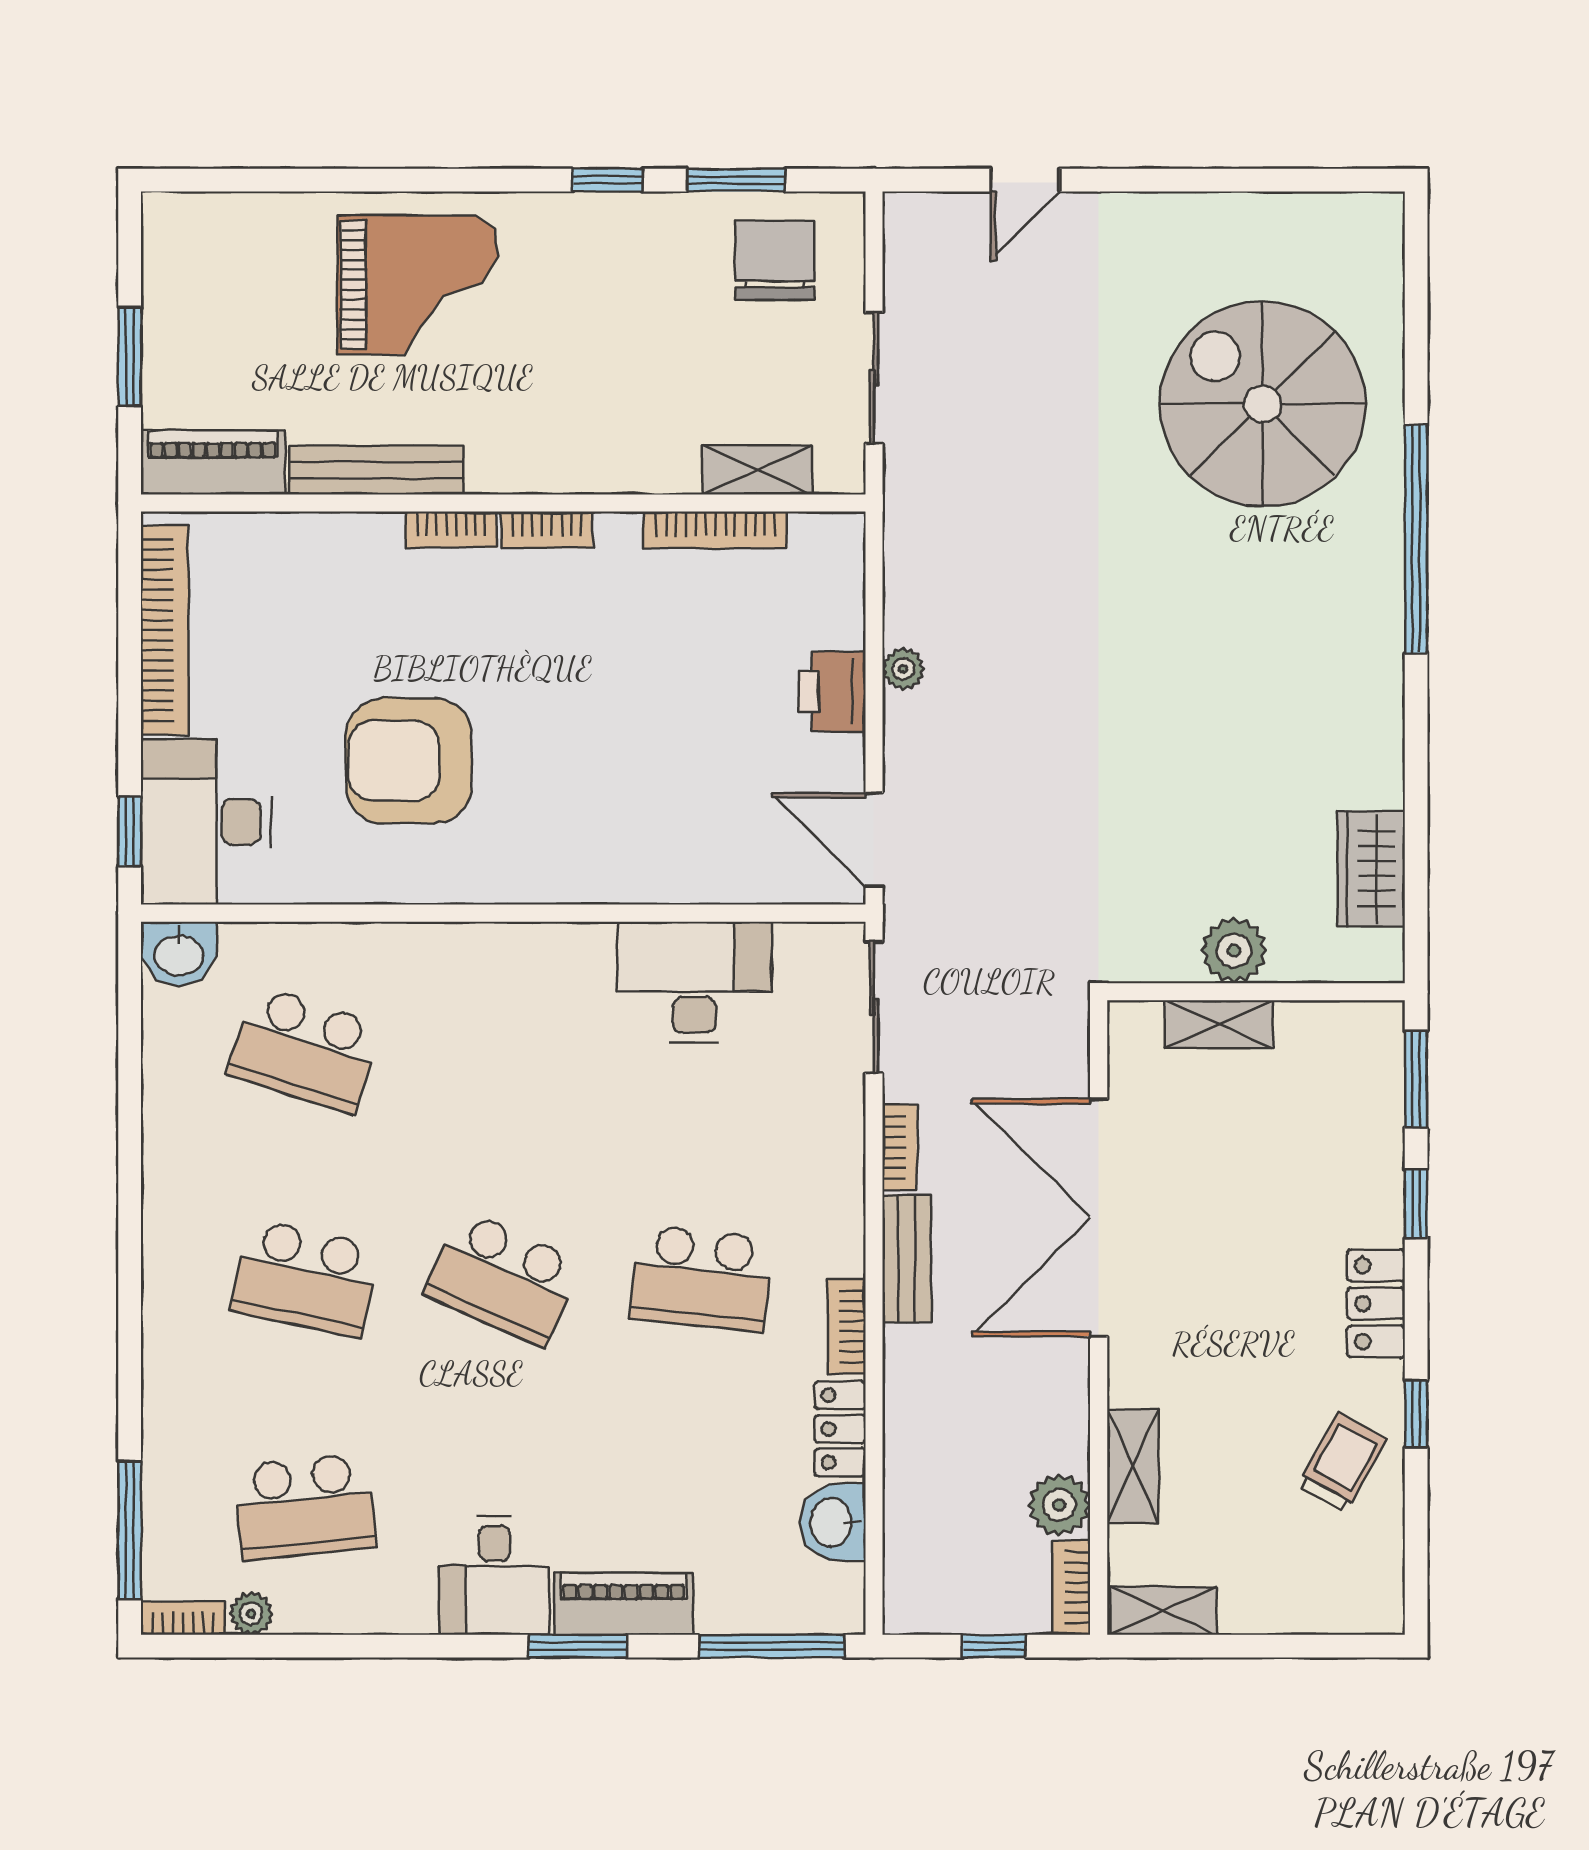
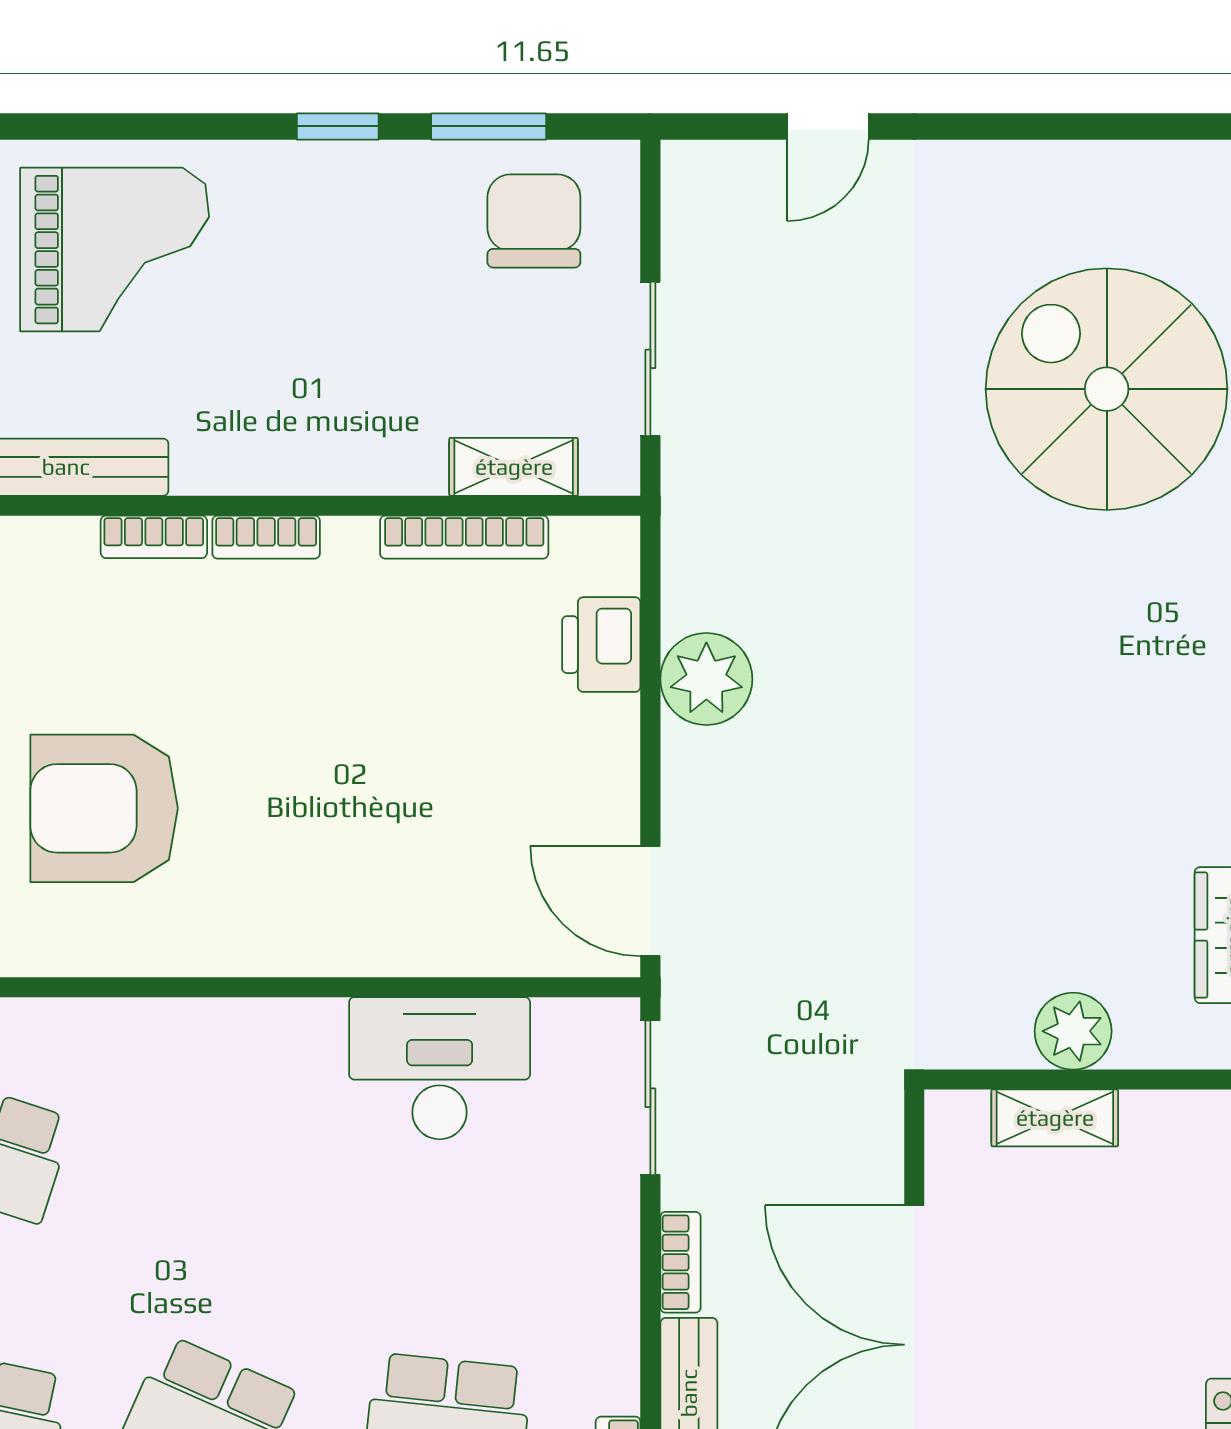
plant: (903, 669) -> (706, 679), width x1.88, depth x1.88
printer: (832, 691) -> (601, 645), moved

